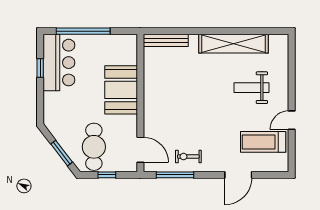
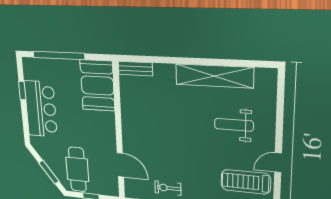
bench: (166, 40) -> (135, 69), width x0.73
bar counter: (59, 63) -> (41, 109), moved
booth: (121, 90) -> (97, 85), moved
door: (140, 150) -> (120, 165), moved

